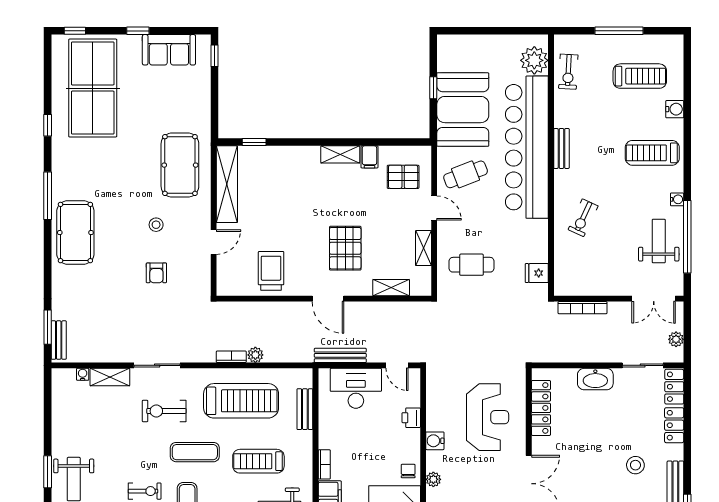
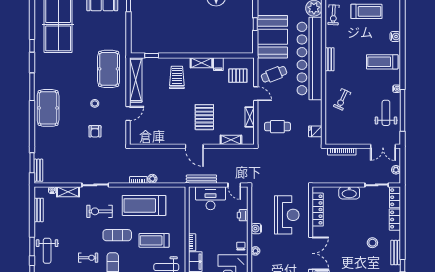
treadmill: (640, 76) -> (366, 11), moved
trolley: (271, 271) -> (177, 77), moved
treadmill: (241, 401) -> (144, 205), turned 180
bench: (305, 409) -> (39, 210), moved

